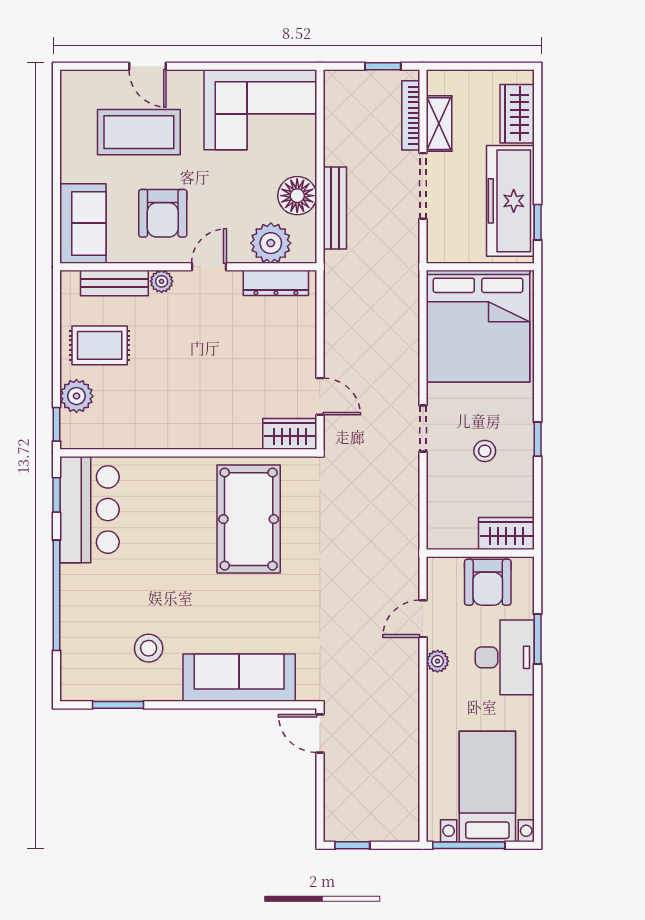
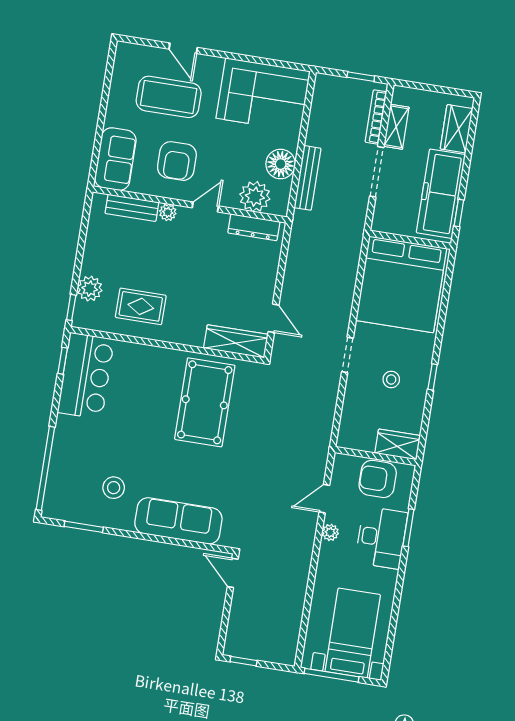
rug: (100, 345) -> (141, 306), moved
wardrobe: (290, 434) -> (236, 341), width x1.50
armchair: (488, 582) -> (378, 479), turned 90
window: (56, 595) -> (45, 468), moved

